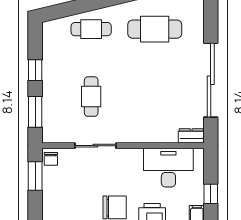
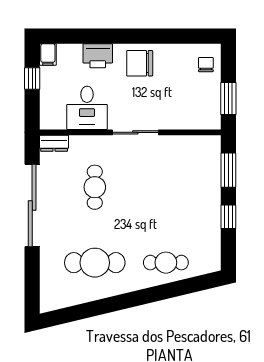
cafe table: (91, 97) -> (95, 187), moved
sliding door: (95, 146) -> (135, 132), moved
chair: (51, 159) -> (206, 65), moved
desk: (168, 168) -> (87, 108), width x0.73

